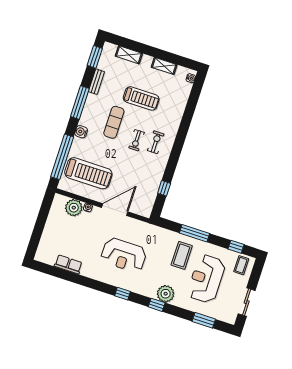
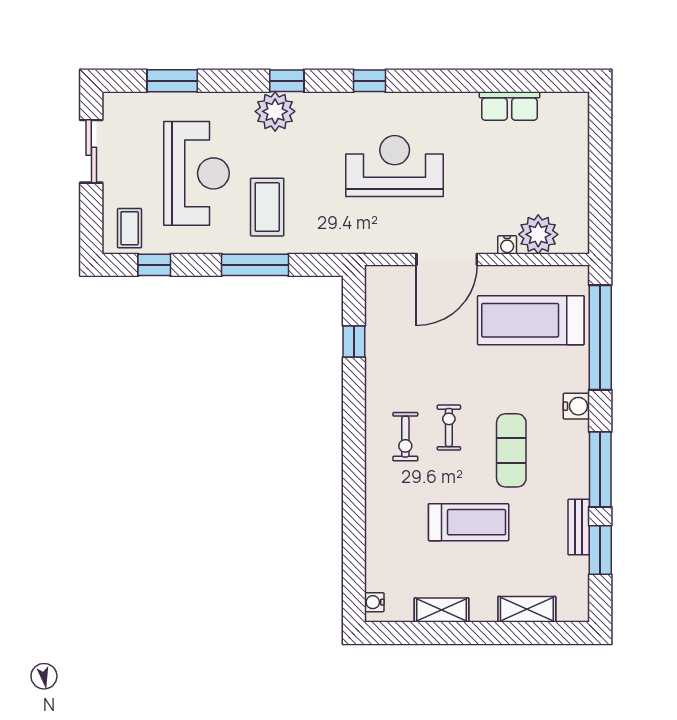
window: (95, 57) -> (600, 550), moved
treadmill: (141, 98) -> (469, 522), turned 180

